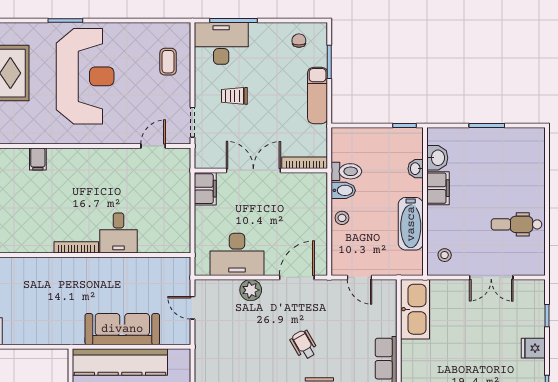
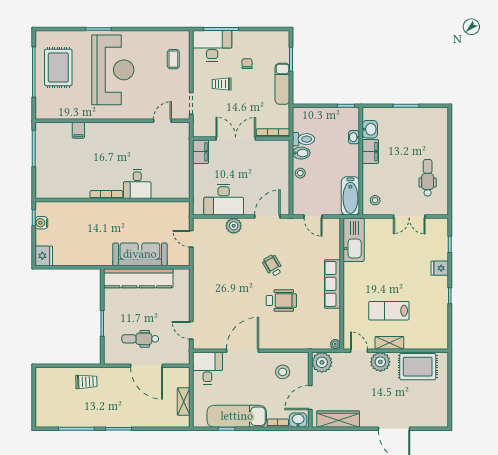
chair: (299, 41) -> (247, 64), moved
bathtub: (411, 224) -> (350, 196), moved
dental chair: (516, 224) -> (428, 178), turned 90

